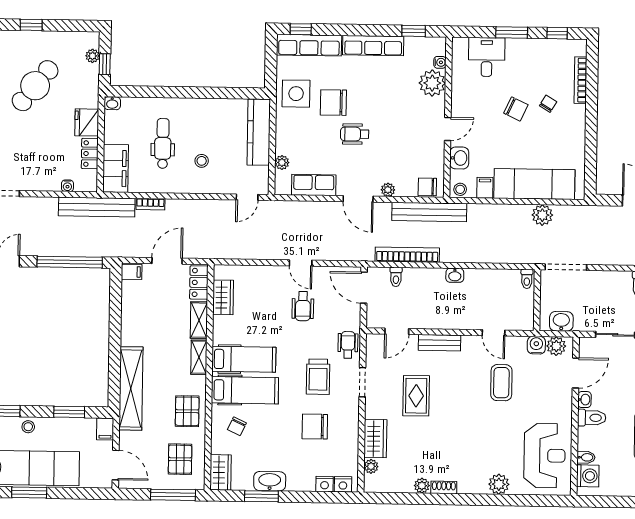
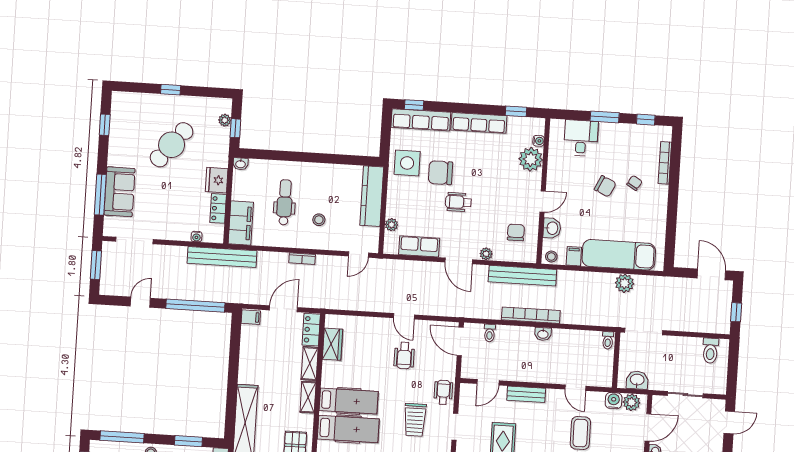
chair: (427, 187) -> (516, 232), moved, turned 90
bookcase: (150, 204) -> (302, 259), moved
bookcase: (407, 255) -> (531, 315), moved

